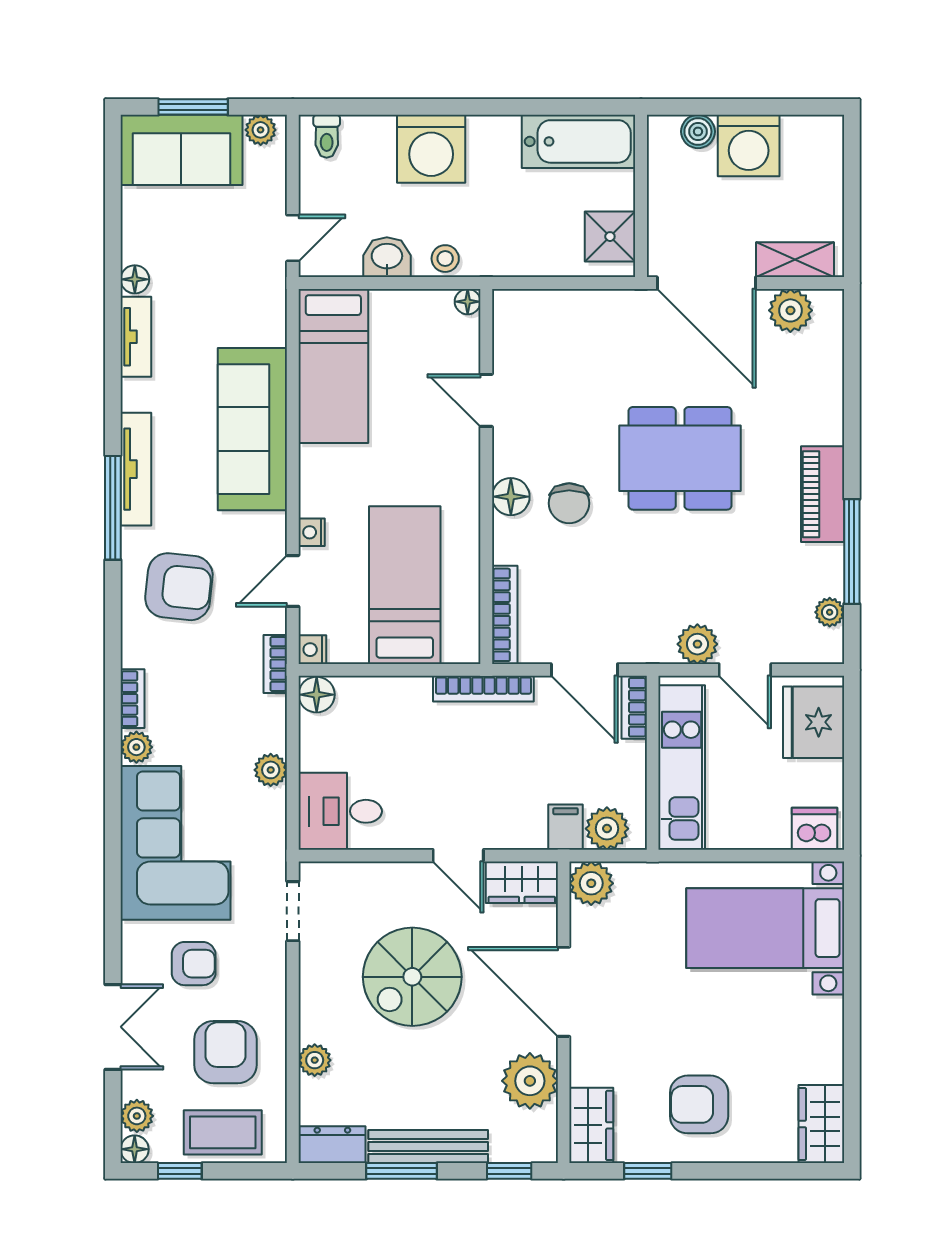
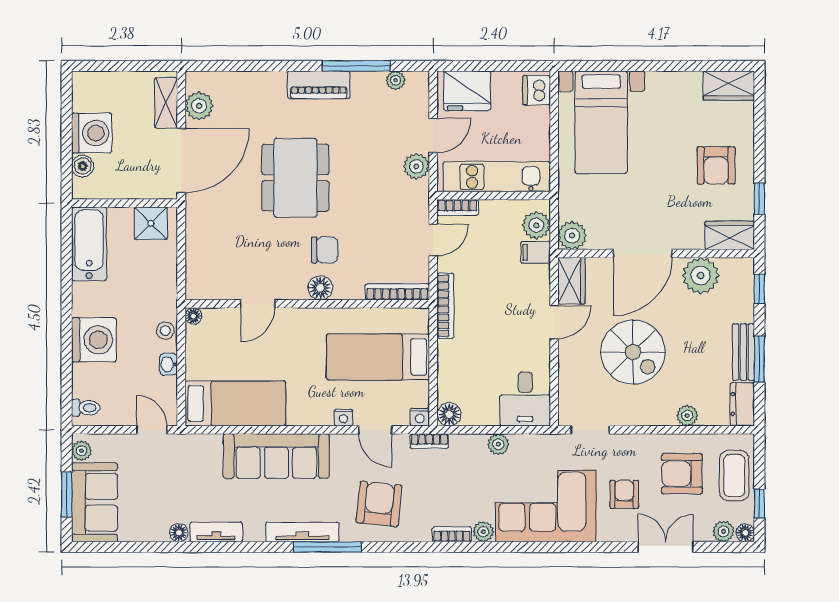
washbasin: (387, 257) -> (168, 364), width x0.72, depth x0.69
door: (584, 670) -> (433, 240), width x0.73
bench: (428, 1147) -> (743, 352), width x0.73

